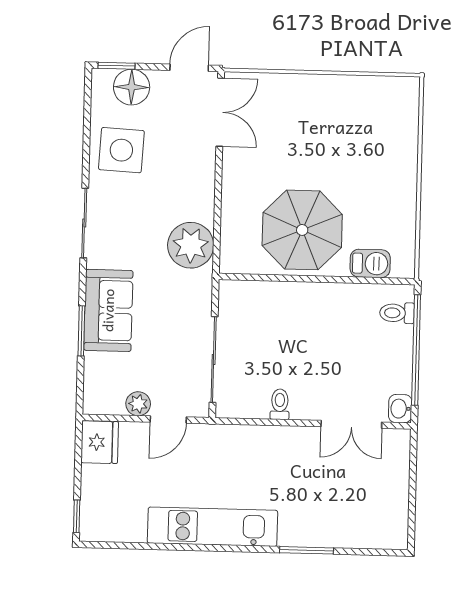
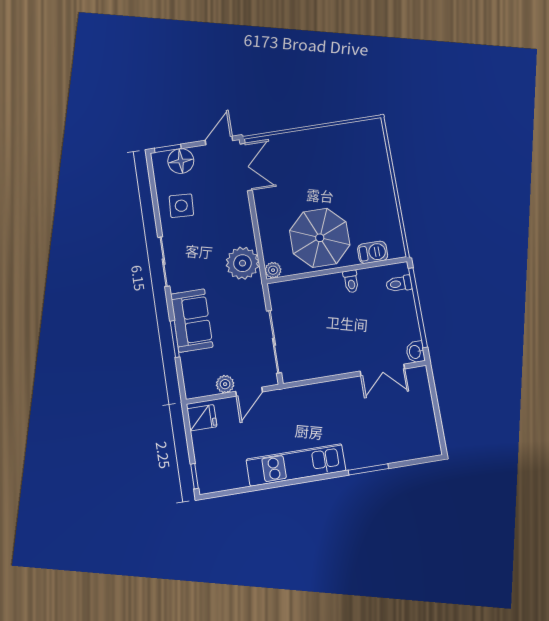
side table: (121, 150) -> (181, 206), width x0.73, depth x0.73
plant: (230, 263) -> (273, 270), added
toilet: (280, 404) -> (351, 281), moved, turned 180
fridge: (100, 442) -> (202, 418), width x0.72

